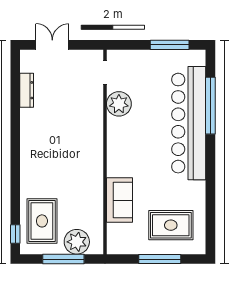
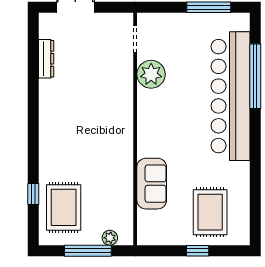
rug: (171, 225) -> (210, 212), turned 90
window: (15, 234) -> (33, 194), moved
plant: (77, 242) -> (110, 238), width x0.53, depth x0.53
window: (160, 259) -> (198, 251), width x0.46

